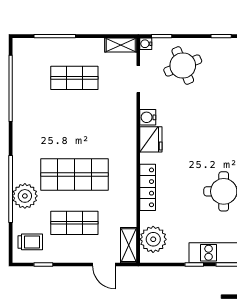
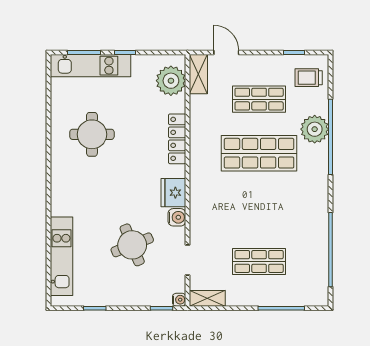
round table: (183, 66) -> (132, 245), moved

